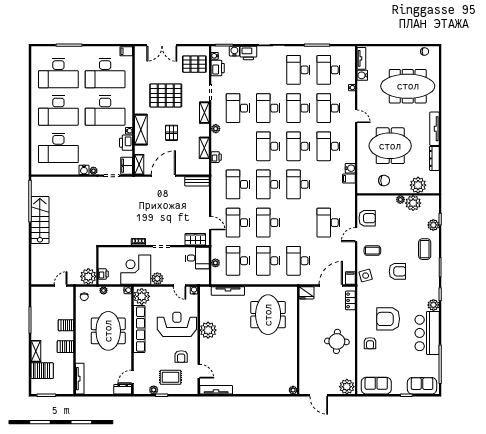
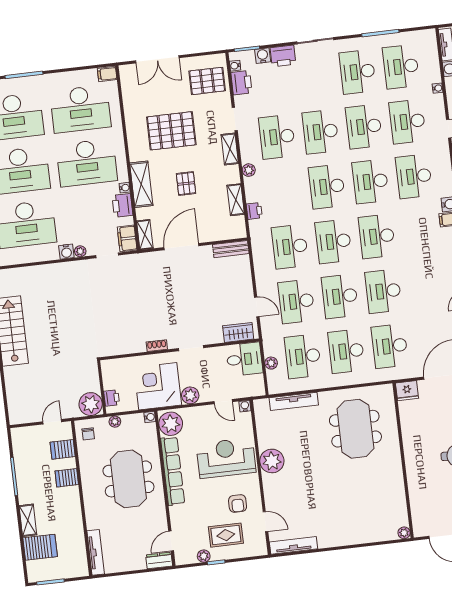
desk: (329, 223) -> (383, 291), moved
server rack: (65, 347) -> (63, 449), moved

